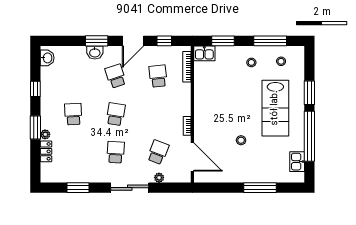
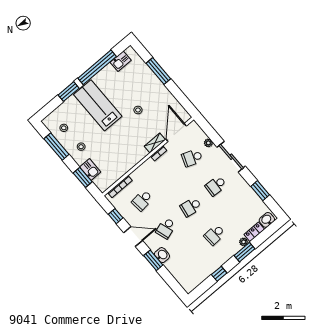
kitchen sink: (204, 53) -> (90, 169), moved
washbasin: (47, 58) -> (267, 220), moved
lab bench: (275, 108) -> (98, 105), turned -90
shelving: (199, 130) -> (155, 143), added

